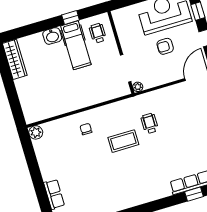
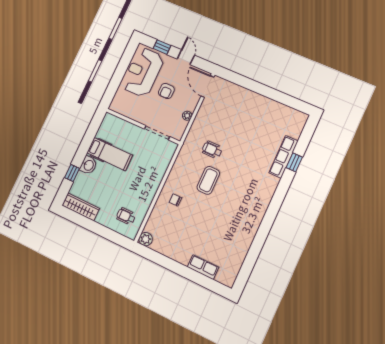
window: (71, 18) -> (72, 173), moved
wheelchair: (98, 33) -> (126, 216), moved
plant: (138, 87) -> (187, 116), moved

